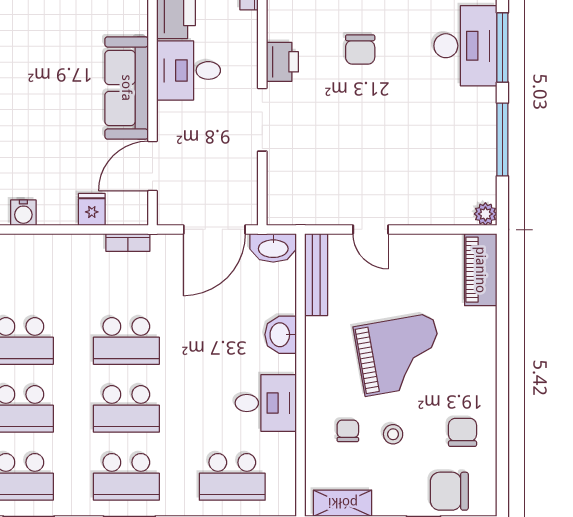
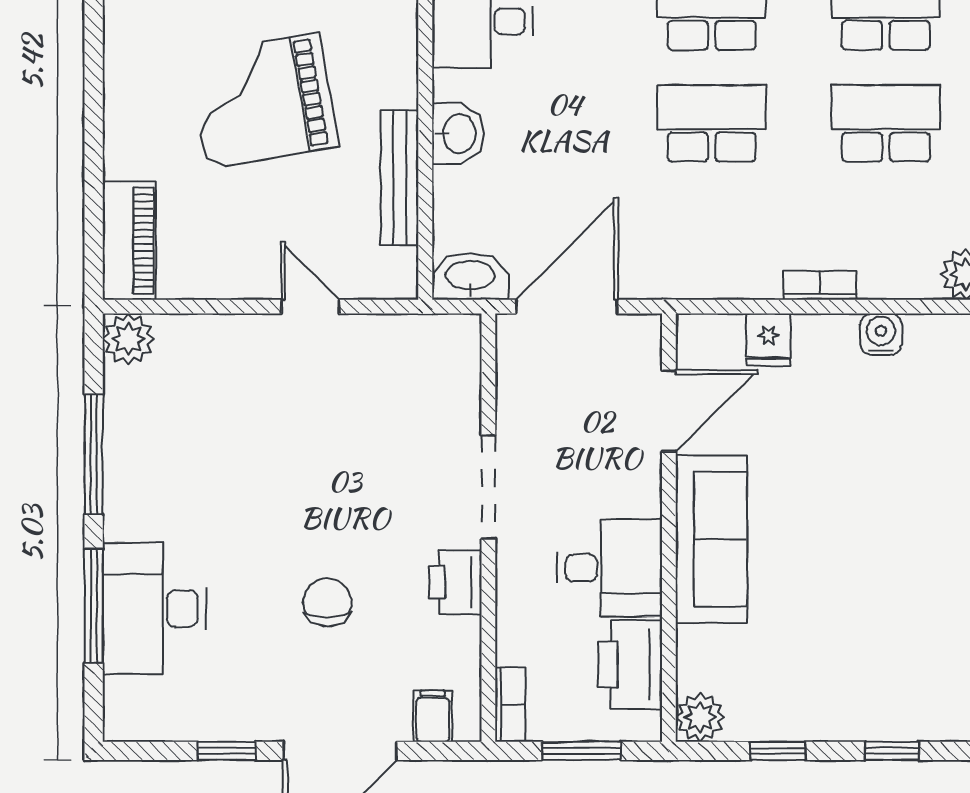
plant: (485, 214) -> (128, 339), width x1.38, depth x1.38
bookcase: (128, 242) -> (820, 285), moved
bench: (316, 275) -> (400, 178), moved

